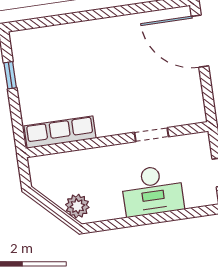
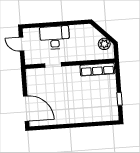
plant: (77, 206) -> (104, 44), moved

